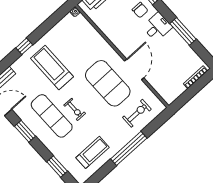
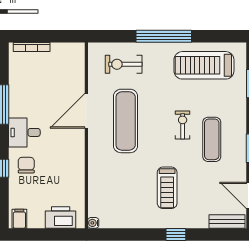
treadmill: (52, 67) -> (167, 188), width x0.73, depth x0.73
exercise mat: (108, 83) -> (126, 121), width x0.68
exercise mat: (52, 116) -> (212, 139), width x0.73, depth x0.69
treadmill: (92, 152) -> (204, 65), width x1.37, depth x1.38

